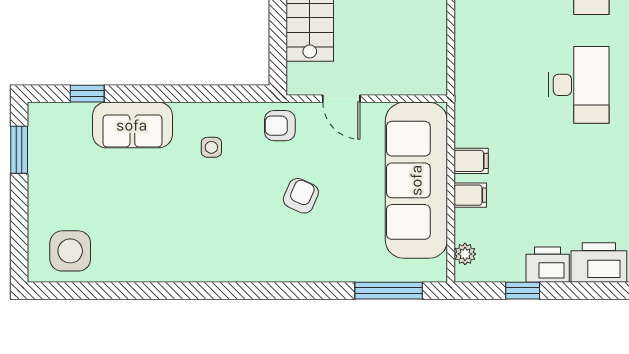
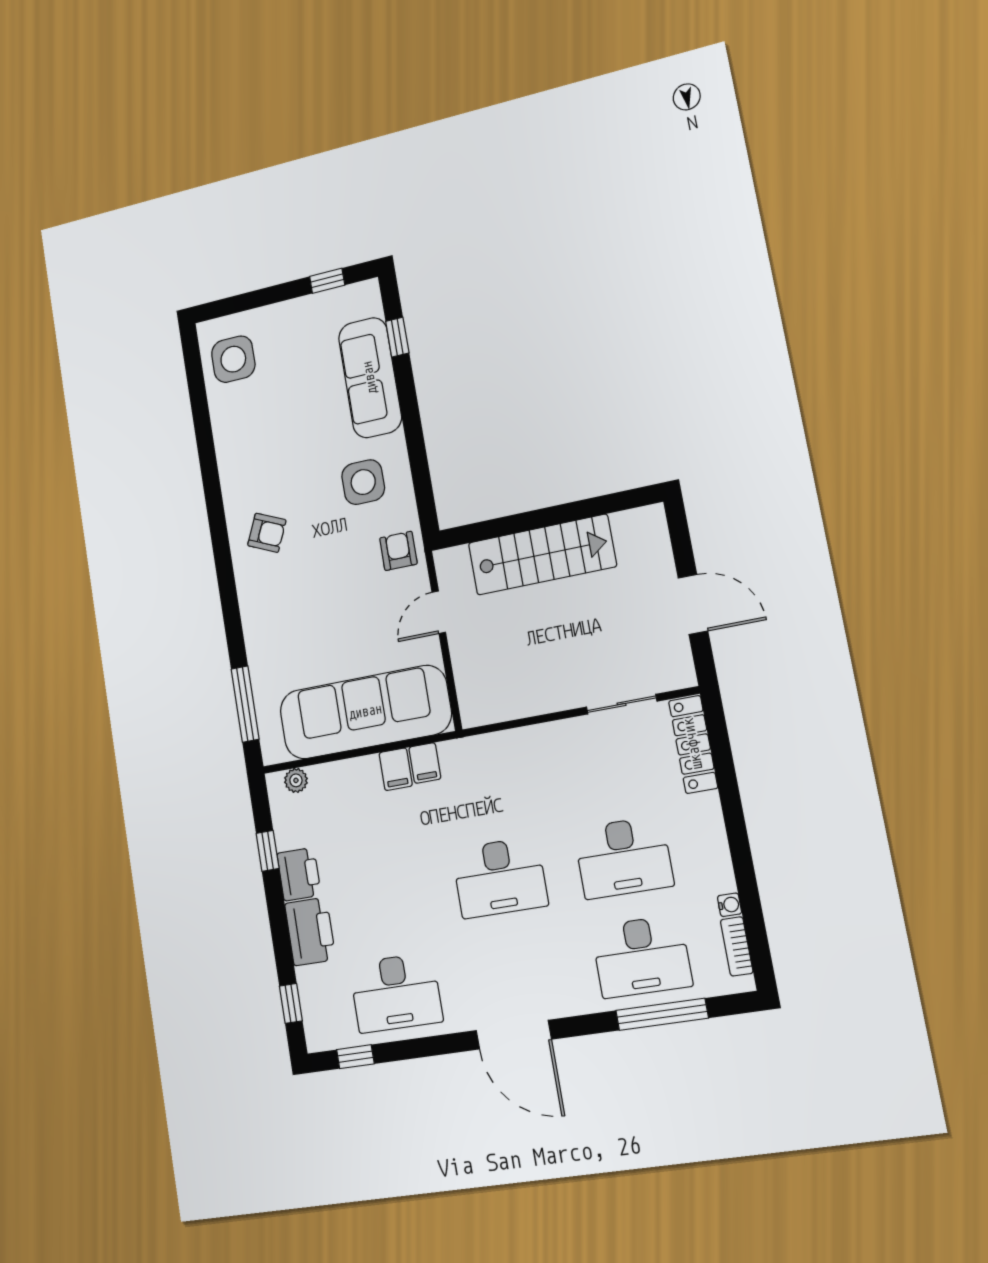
sofa: (132, 125) -> (370, 378), width x1.36
side table: (211, 147) -> (363, 482), width x1.87, depth x1.87
window: (19, 150) -> (327, 281), width x0.67
filing cabinet: (470, 195) -> (425, 763), moved
armchair: (301, 196) -> (267, 533), moved

